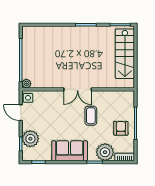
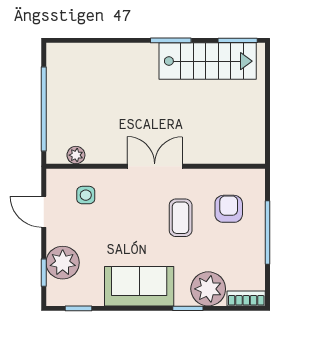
stairs: (125, 54) -> (208, 61), moved, turned -90
plant: (26, 84) -> (76, 155), moved
double door: (78, 89) -> (155, 166), swing flipped
side table: (28, 98) -> (86, 195), moved
armchair: (121, 128) -> (229, 209), moved

